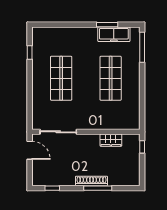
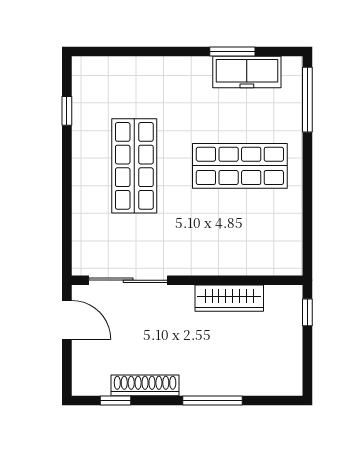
shop shelf: (111, 78) -> (240, 166), turned 90
wardrobe: (111, 140) -> (229, 298), width x1.50
shoe rack: (91, 181) -> (145, 385), moved

